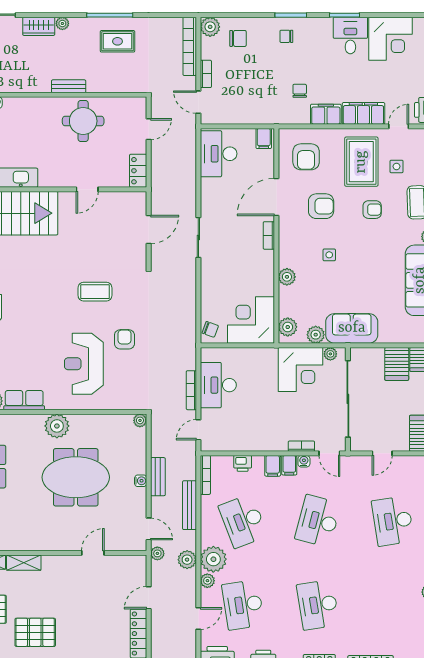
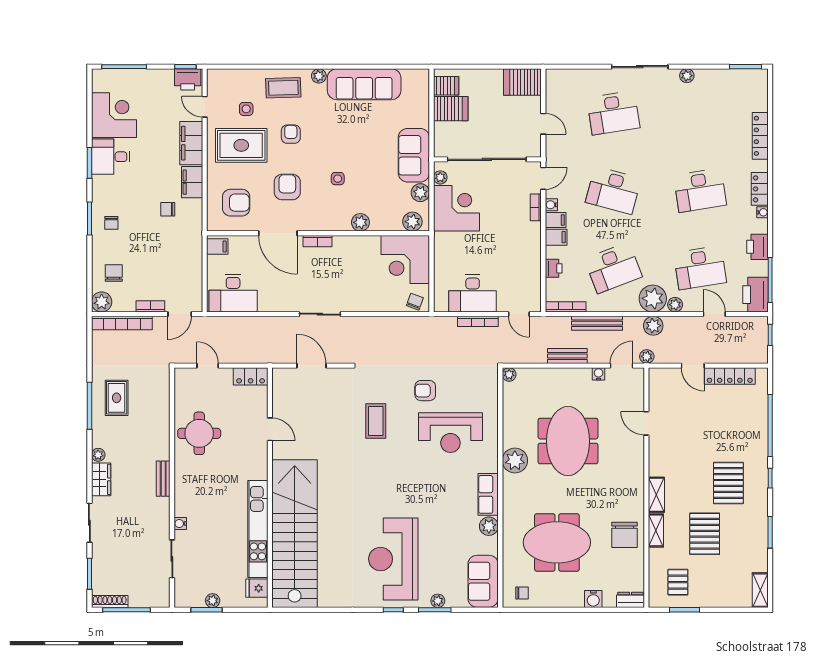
bench: (69, 86) -> (163, 479), moved
water cooler: (141, 481) -> (599, 374), moved

